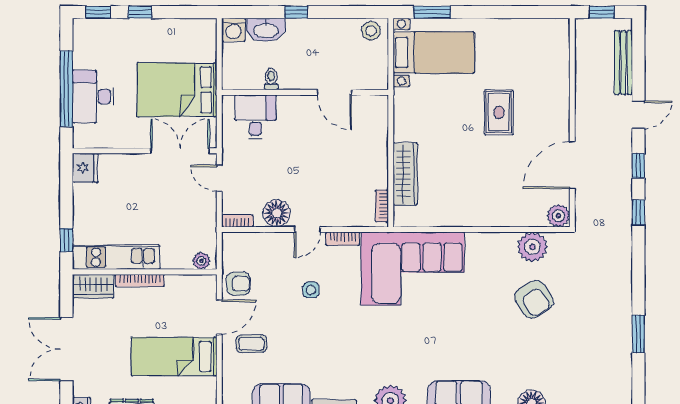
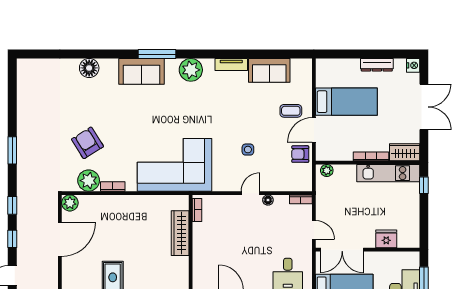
fridge: (85, 168) -> (386, 239), moved, turned 90
floor lamp: (277, 213) -> (268, 200), width x0.53, depth x0.53
bookcase: (343, 239) -> (113, 186), moved
window: (638, 334) -> (12, 150), moved

